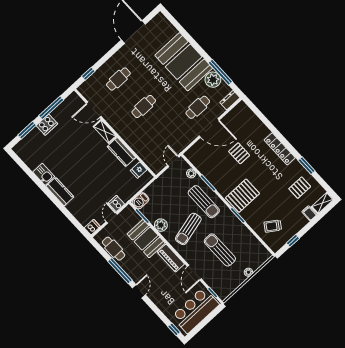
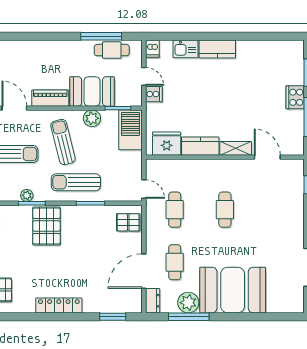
cafe table: (118, 79) -> (175, 210), moved
door: (94, 110) -> (267, 157), hinge flipped
door: (209, 128) -> (144, 271), moved
pallet: (239, 153) -> (128, 222), moved
window: (307, 166) -> (113, 317), moved
fridge: (139, 170) -> (167, 144), width x1.88, depth x1.34
plant: (191, 173) -> (27, 195), moved
kitchen sink: (44, 174) -> (185, 49), moved
barbecue: (141, 201) -> (130, 130), width x1.88, depth x1.53
window: (120, 271) -> (101, 36), moved
door: (139, 291) -> (46, 36), removed

